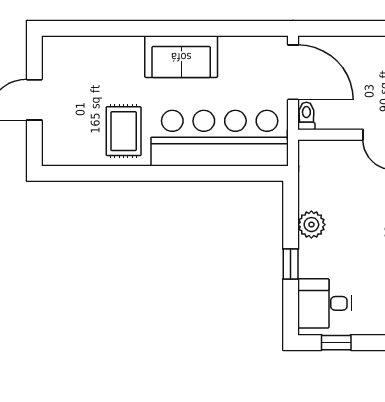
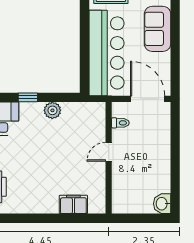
door: (293, 72) -> (148, 99), swing flipped
toilet: (306, 116) -> (120, 123), moved

